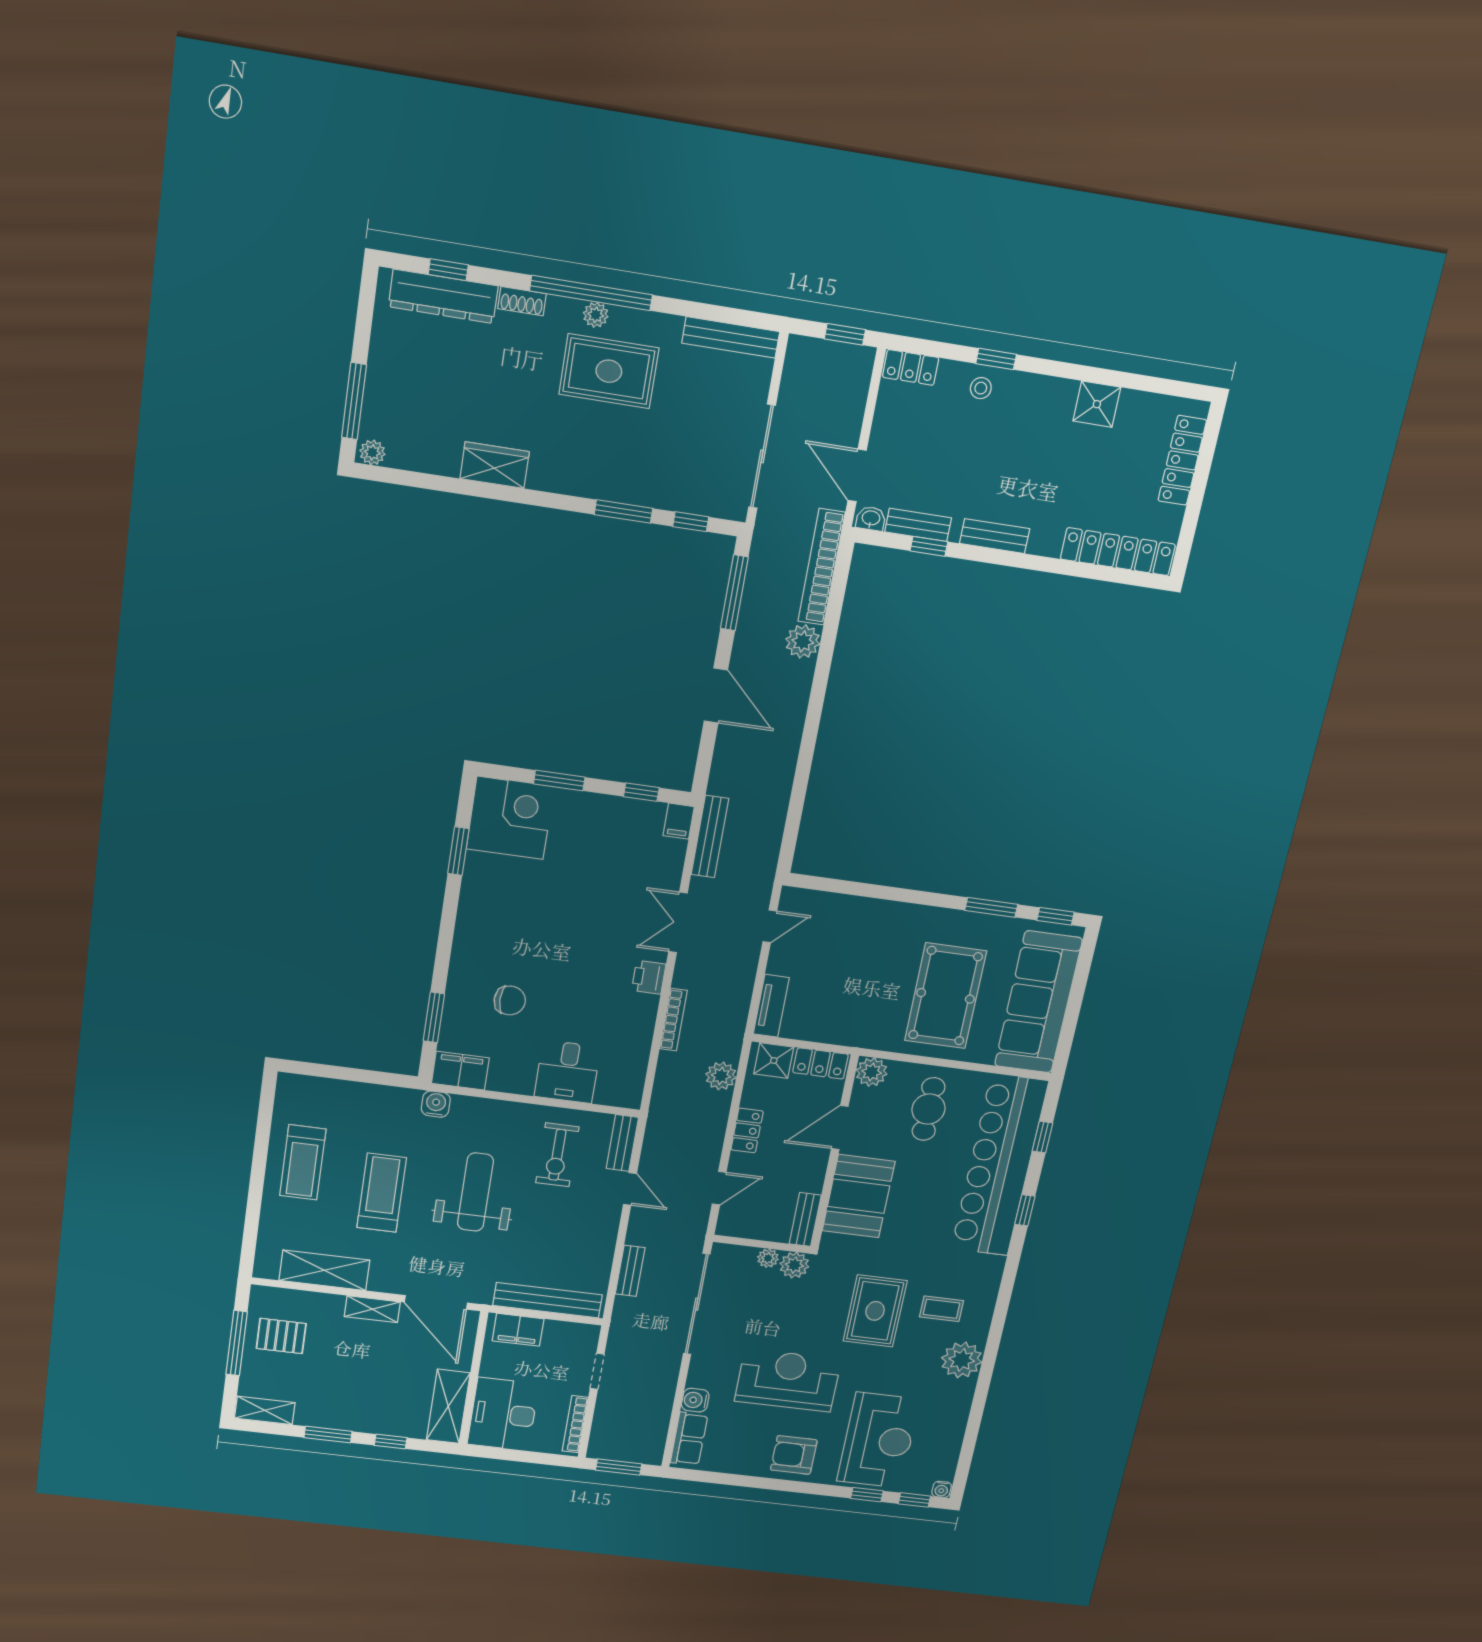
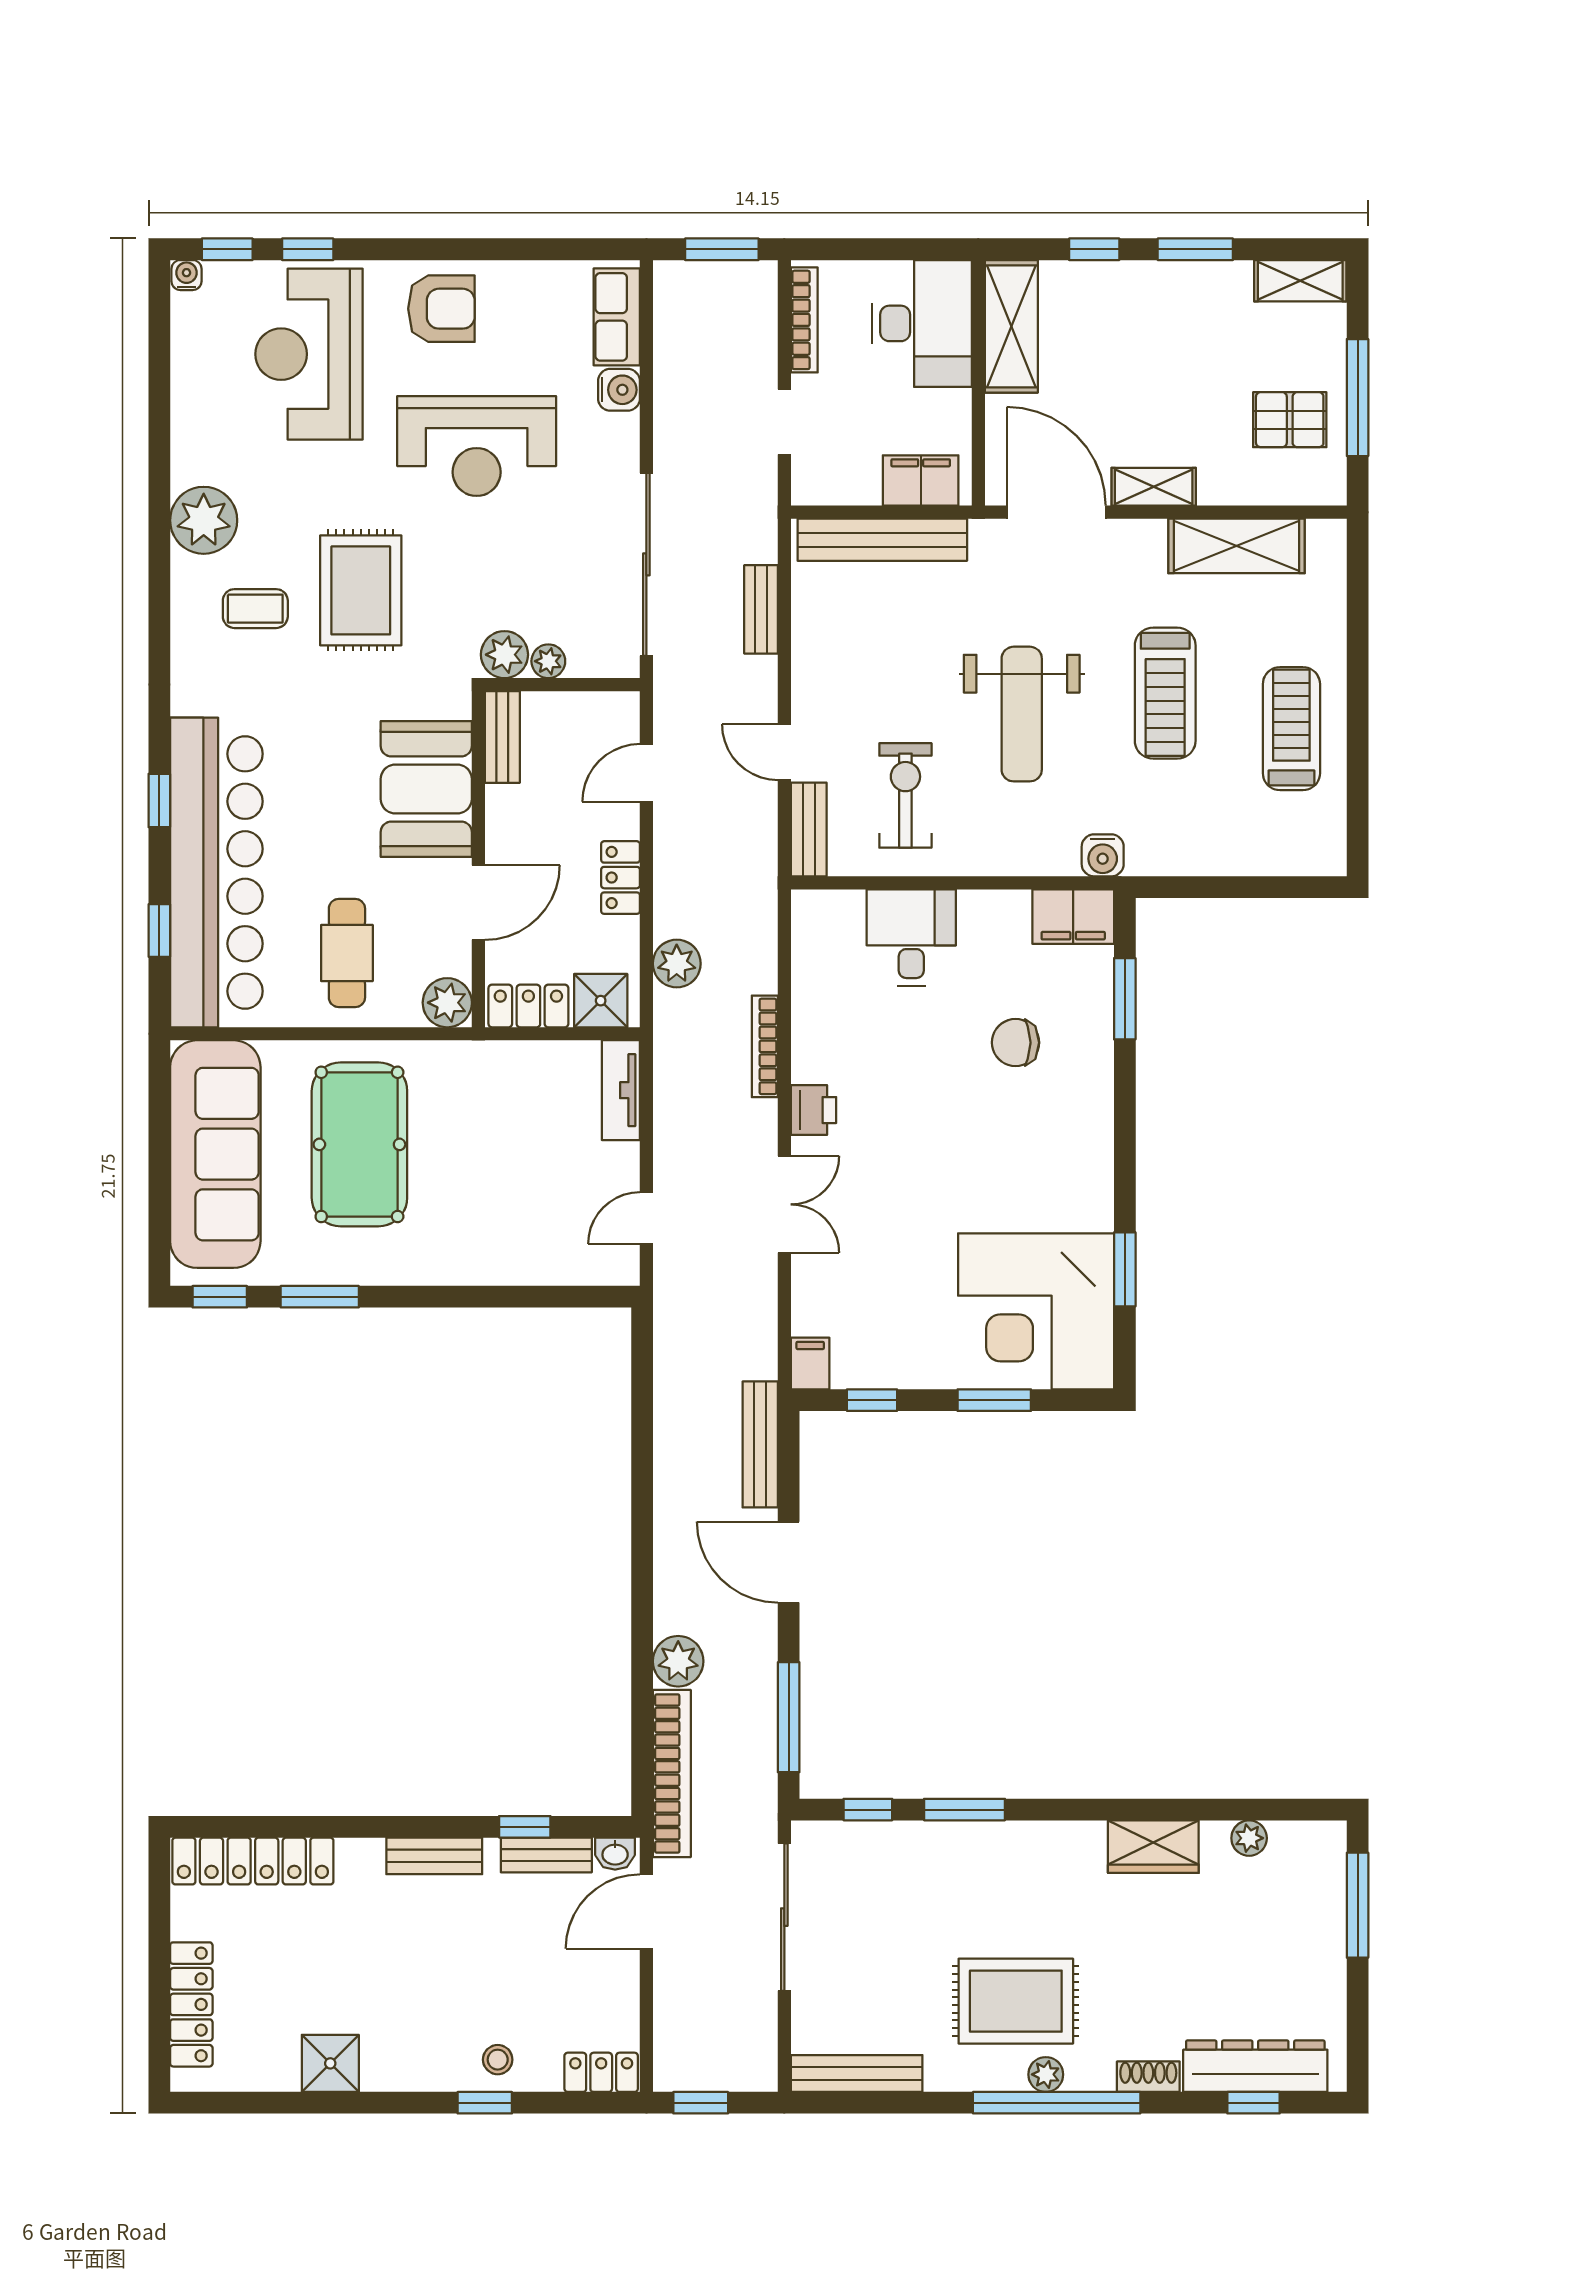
plant: (372, 452) -> (1249, 1838), moved
door: (857, 475) -> (646, 1911), swing flipped
corner desk: (510, 818) -> (1036, 1311), width x1.36, depth x1.36
bench: (710, 837) -> (760, 1444), moved

